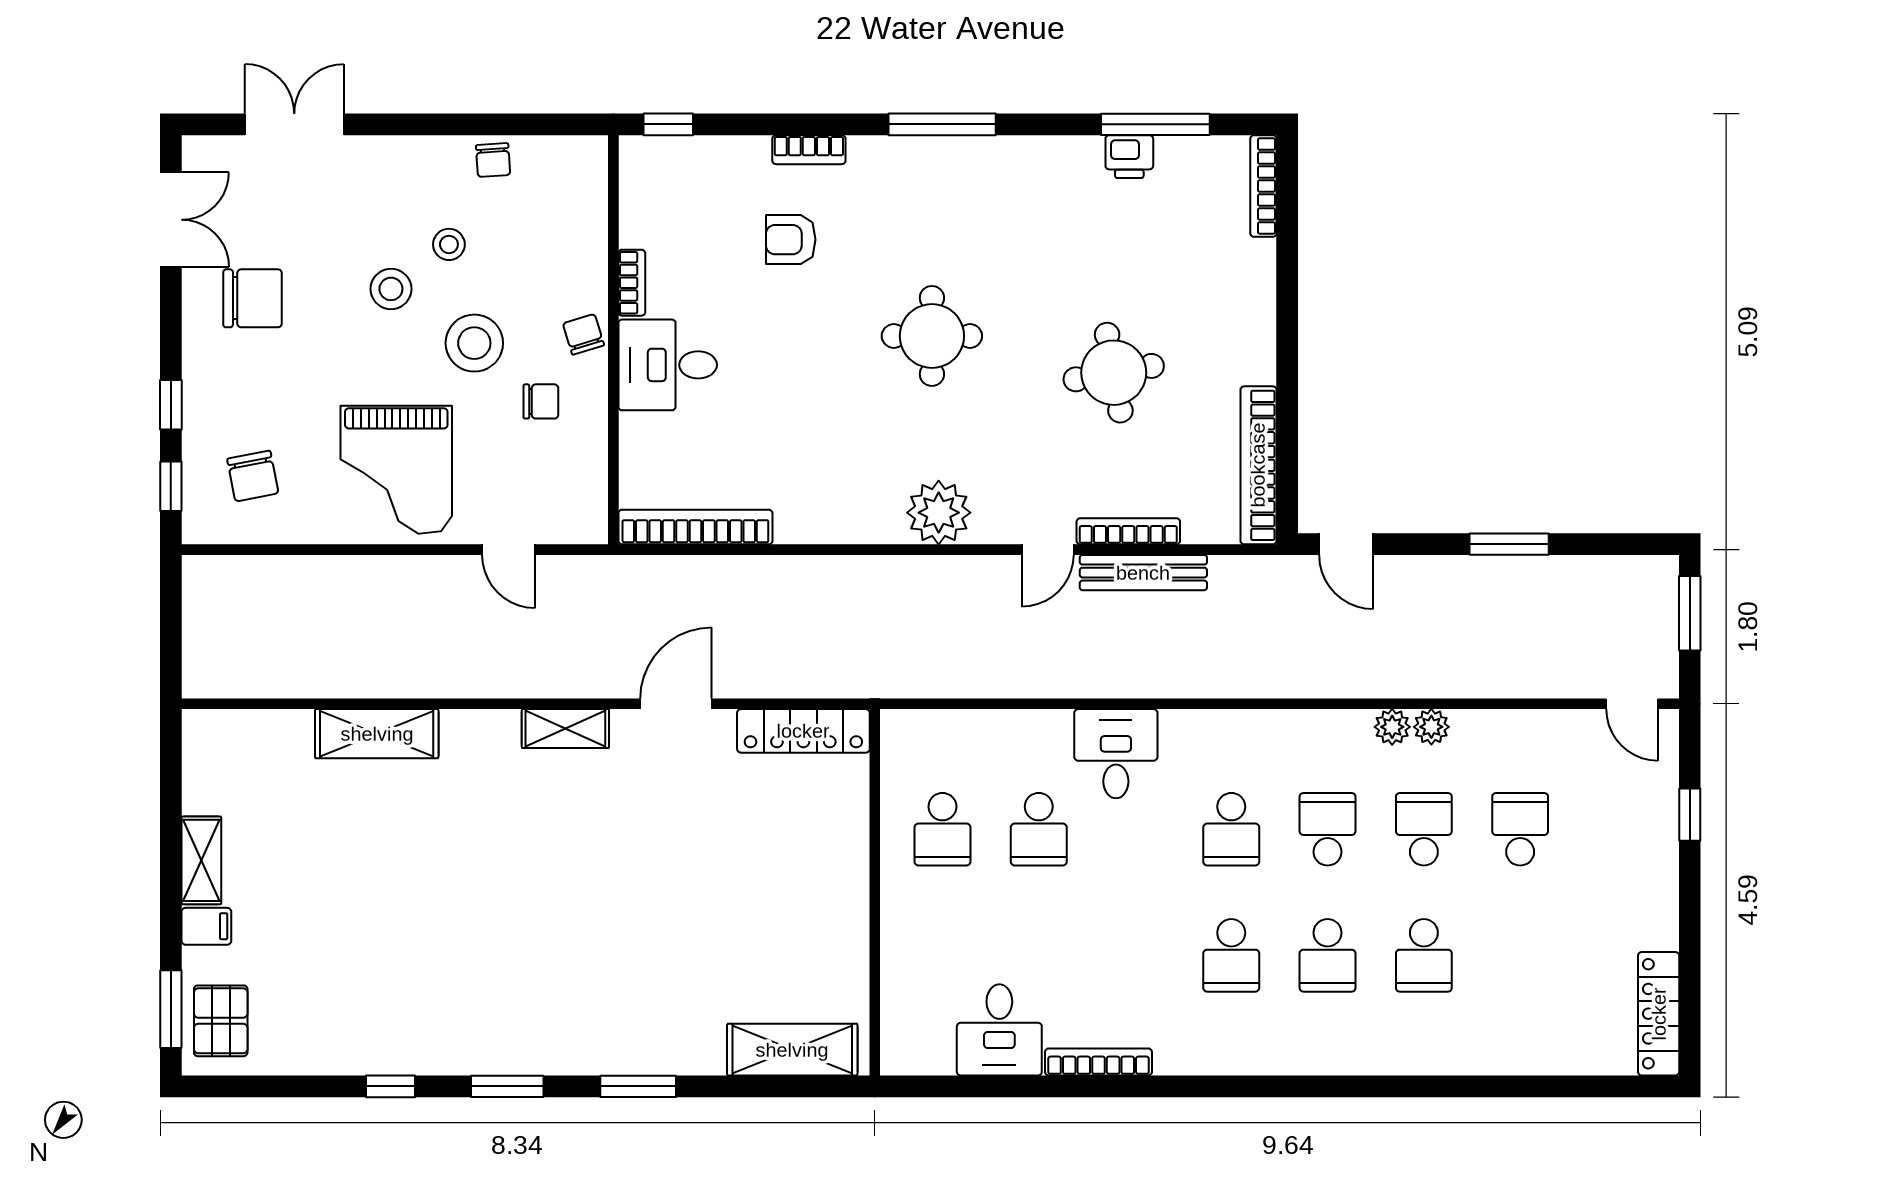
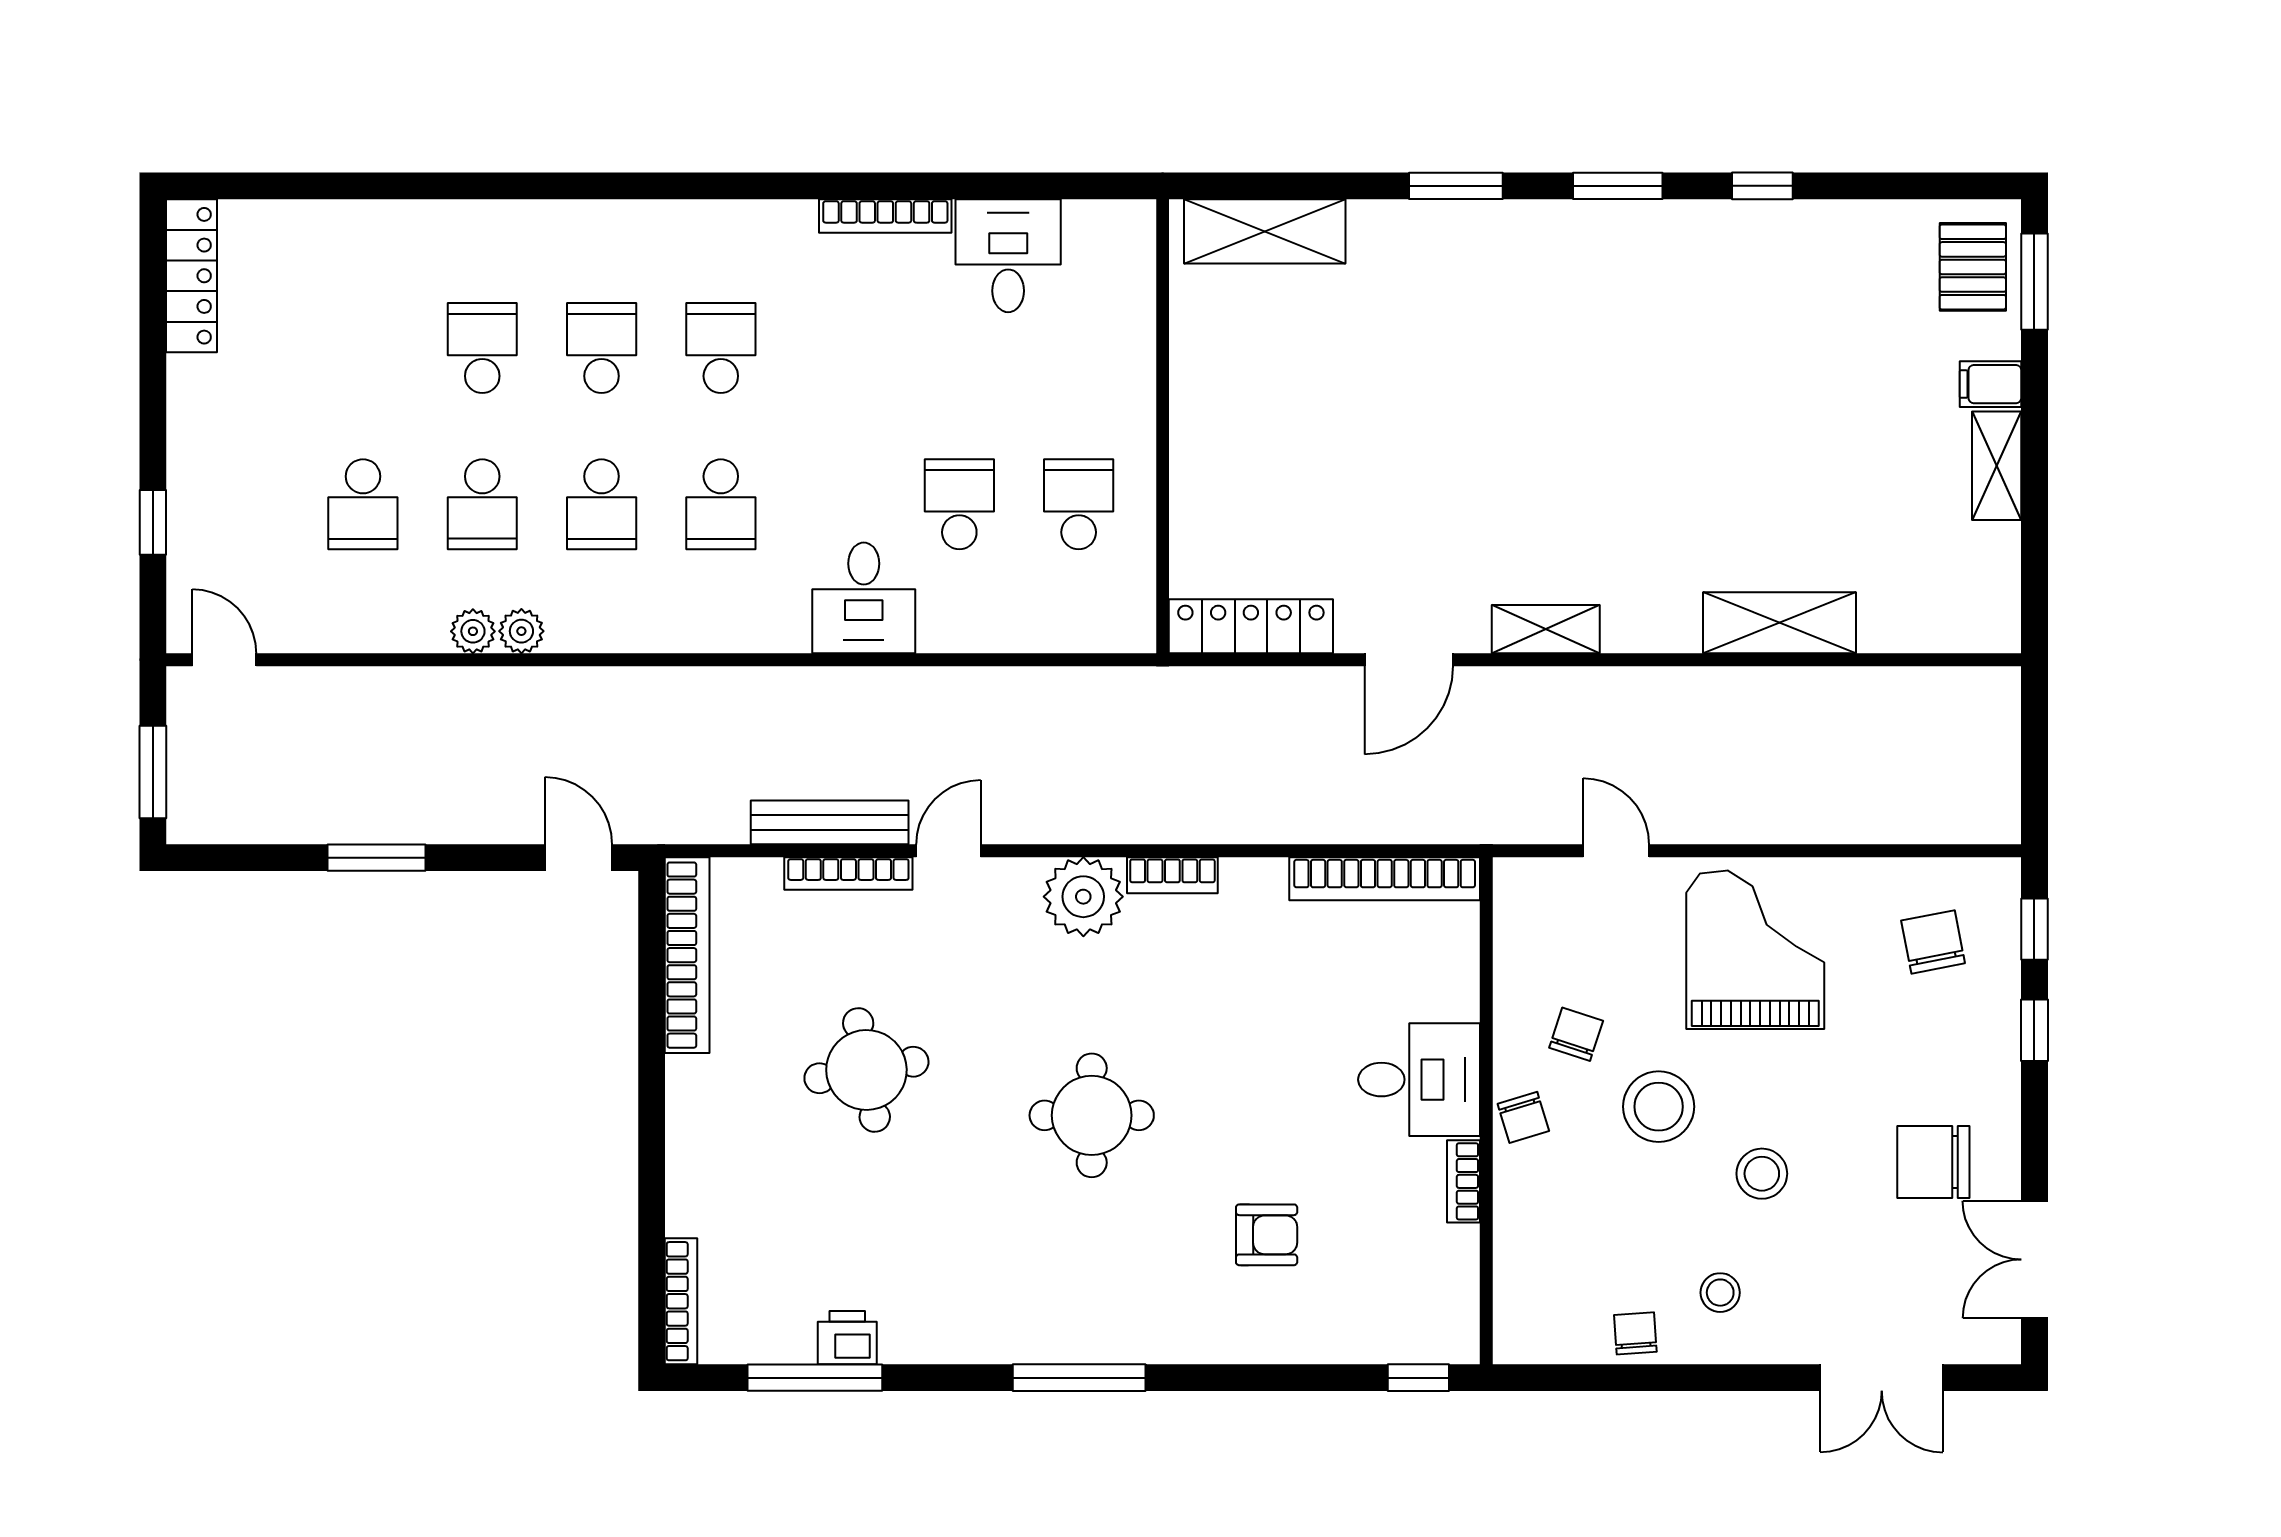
bookcase: (809, 150) -> (1172, 875), moved, turned 180
stool: (449, 244) -> (1720, 1293), moved
chair: (541, 401) -> (1576, 1034), turned 108
school desk: (1231, 829) -> (721, 504), turned 180

